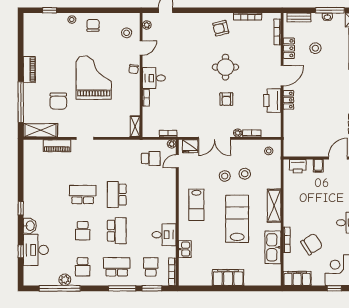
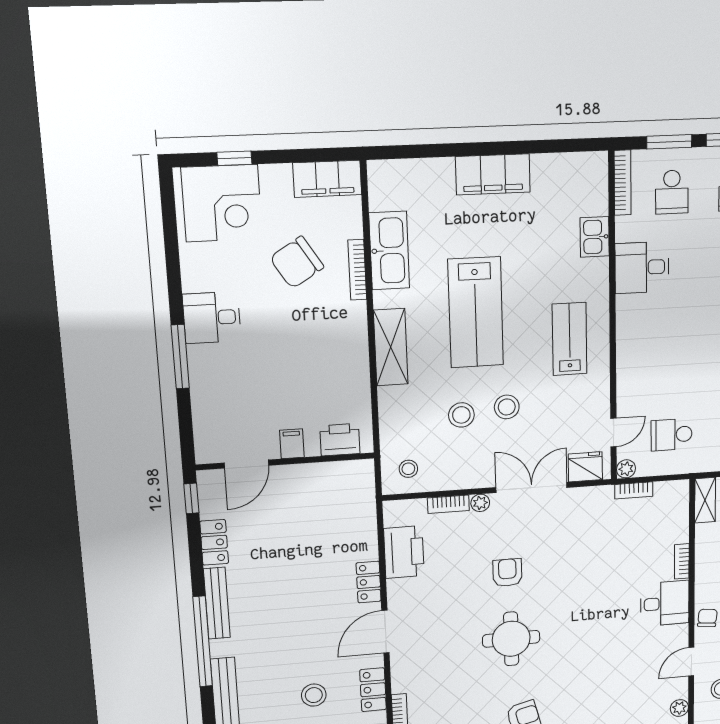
printer: (272, 101) -> (404, 552), moved

